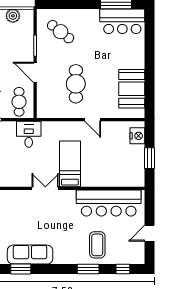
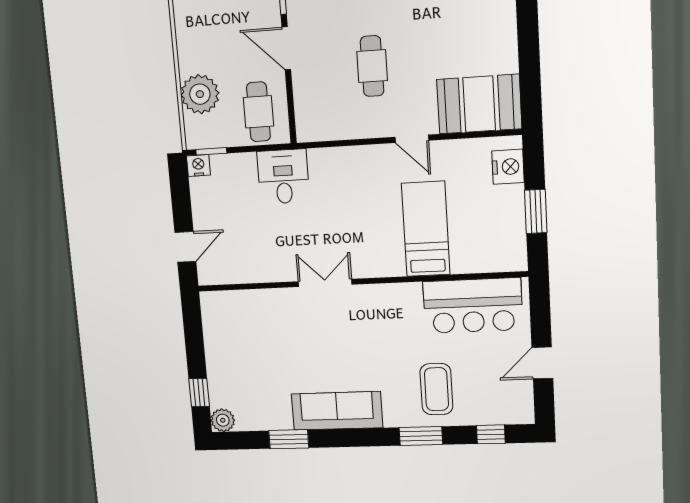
cafe table: (76, 84) -> (372, 66), width x0.73, depth x0.74
booth: (132, 89) -> (479, 104), moved, turned 90
bed: (70, 164) -> (426, 229), moved
bar counter: (109, 203) -> (473, 306), width x0.73
sofa: (30, 255) -> (337, 411), moved

